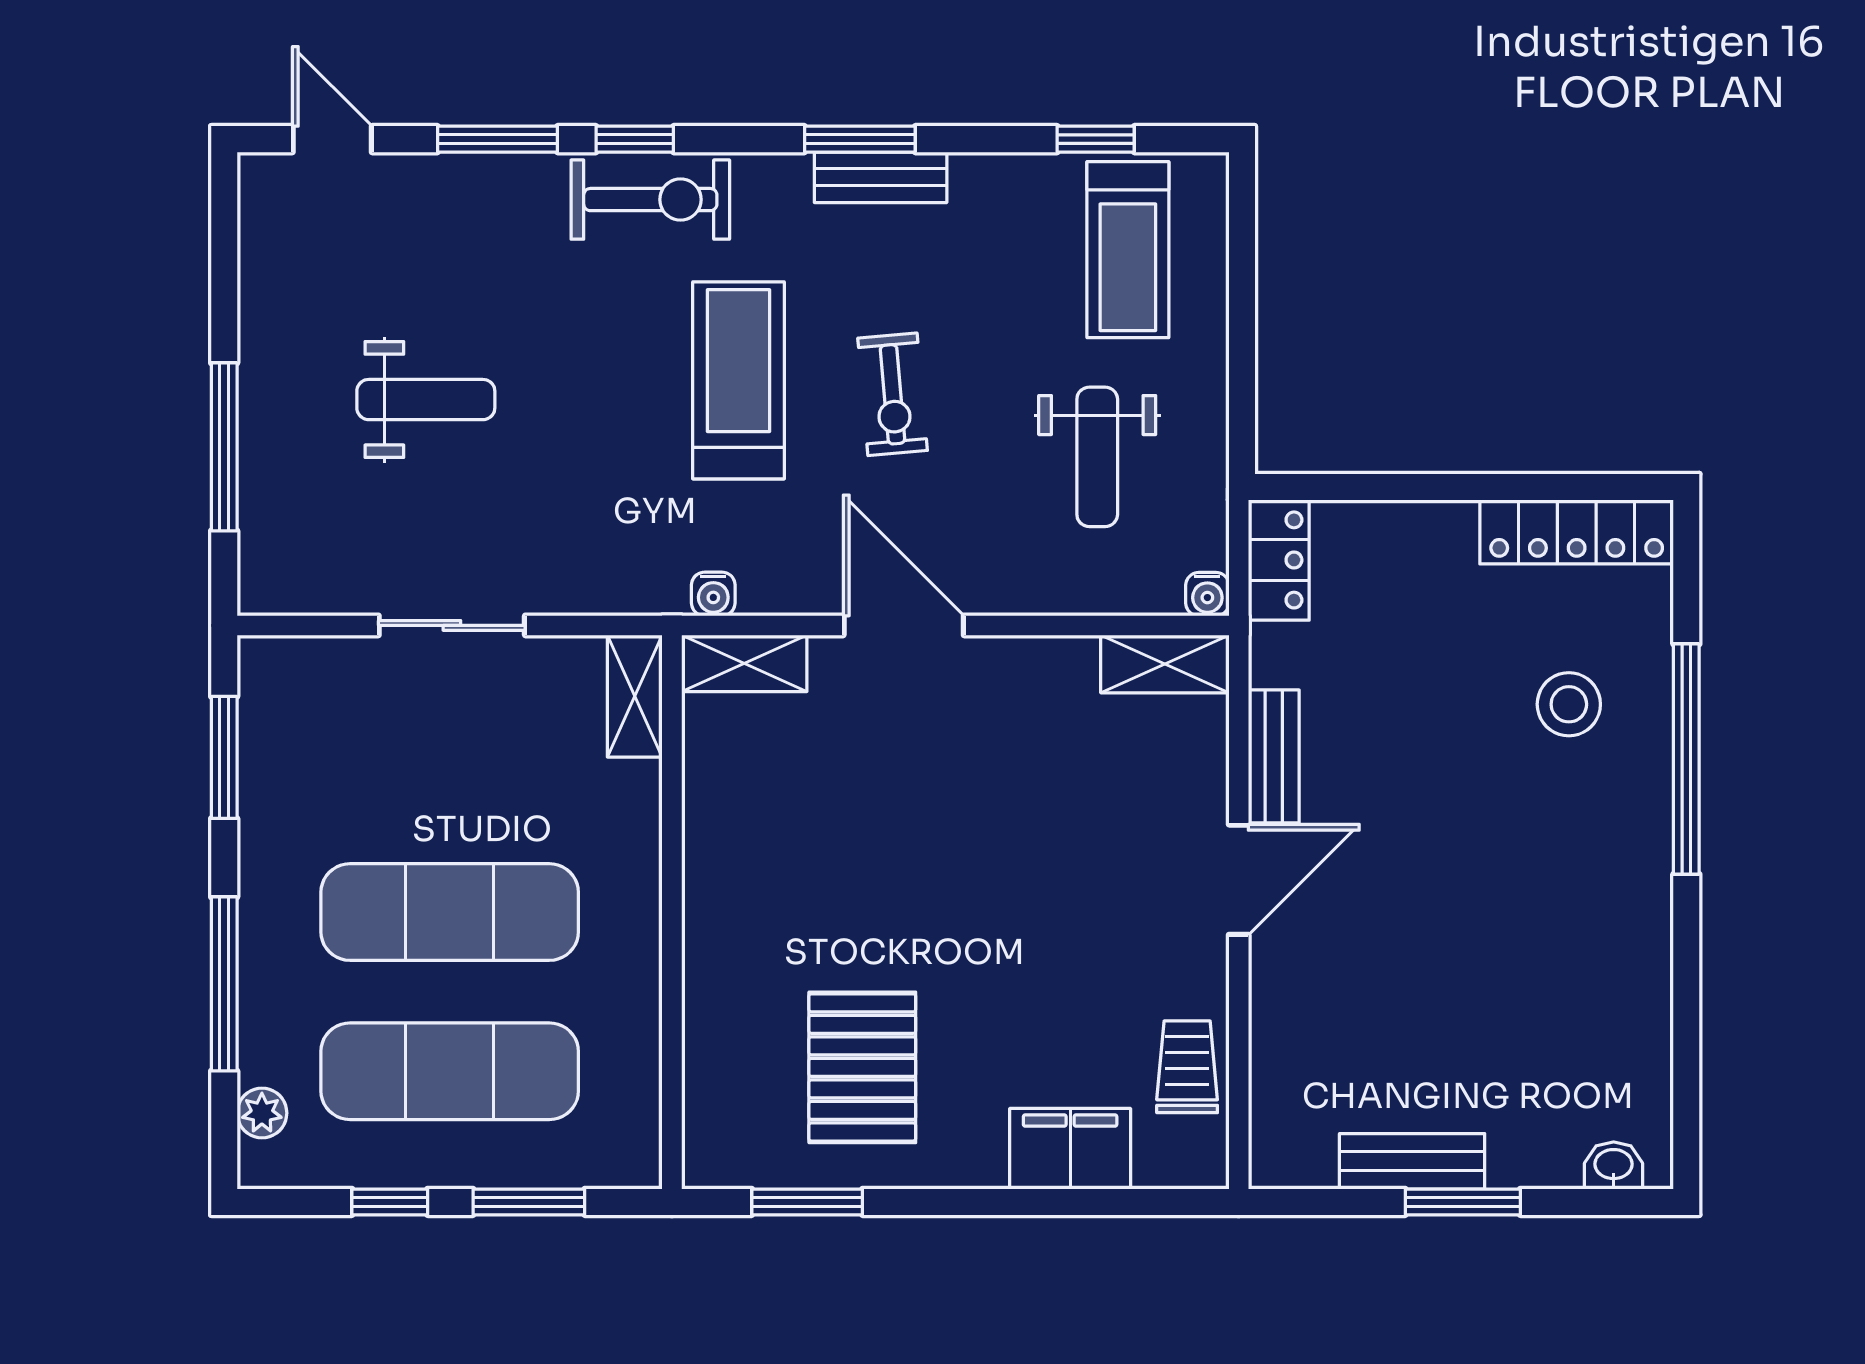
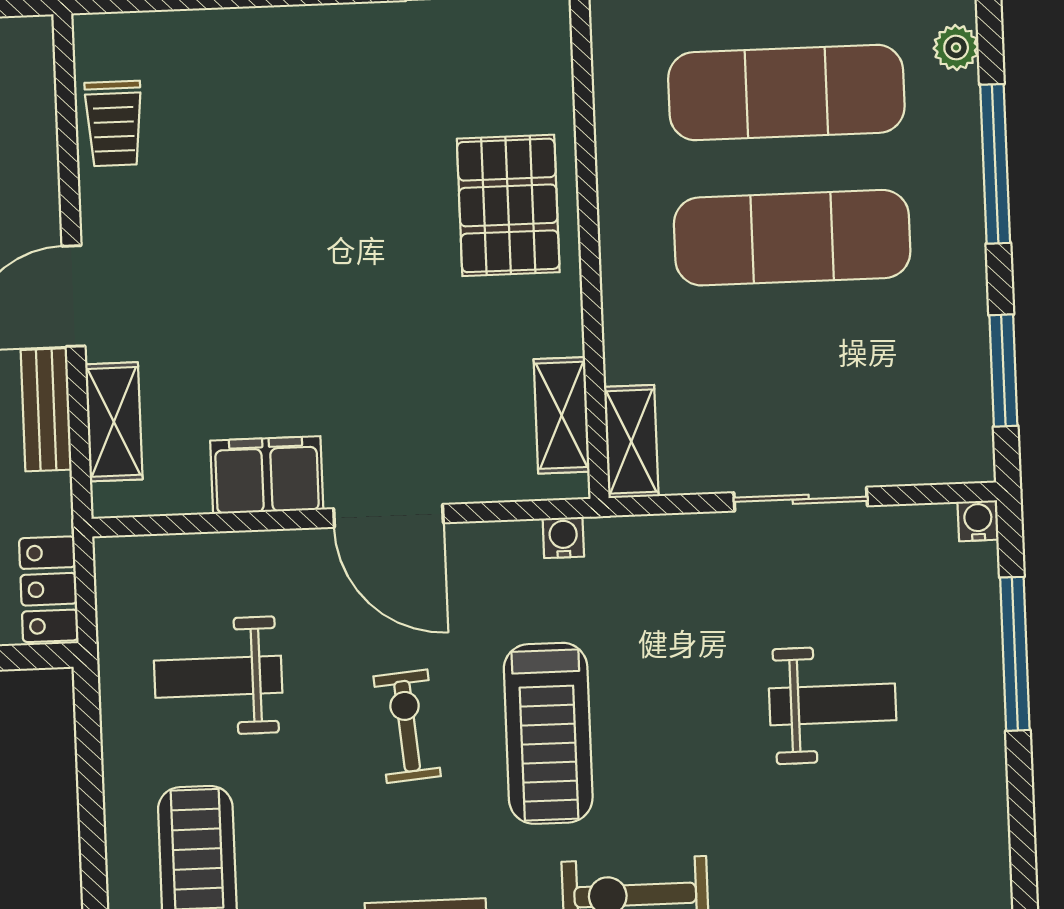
weight bench: (426, 400) -> (833, 704), turned 180
weight bench: (1097, 457) -> (218, 677), turned -90
water cooler: (1207, 594) -> (978, 521), moved
shelving: (744, 663) -> (562, 415), moved, turned 90
shelving: (1165, 664) -> (114, 422), moved, turned 90
pallet: (862, 1067) -> (508, 205), moved
filing cabinet: (1070, 1149) -> (267, 475), moved, turned 180

